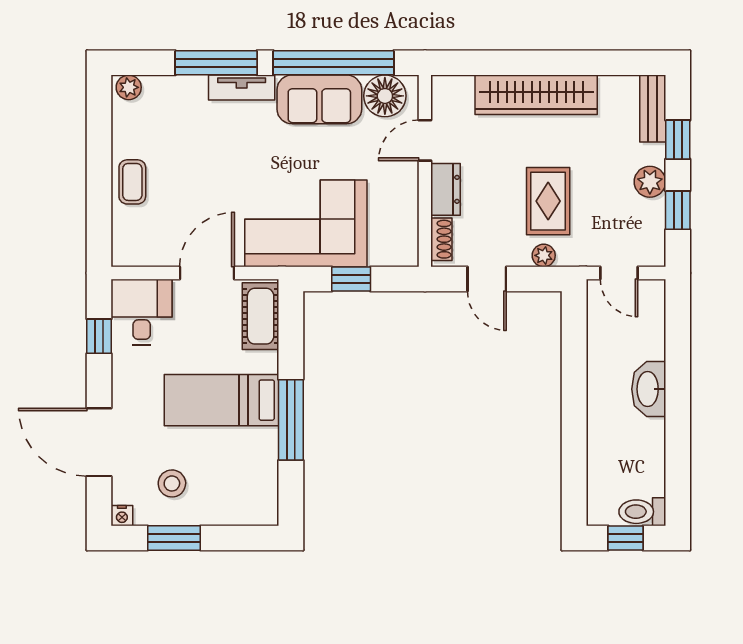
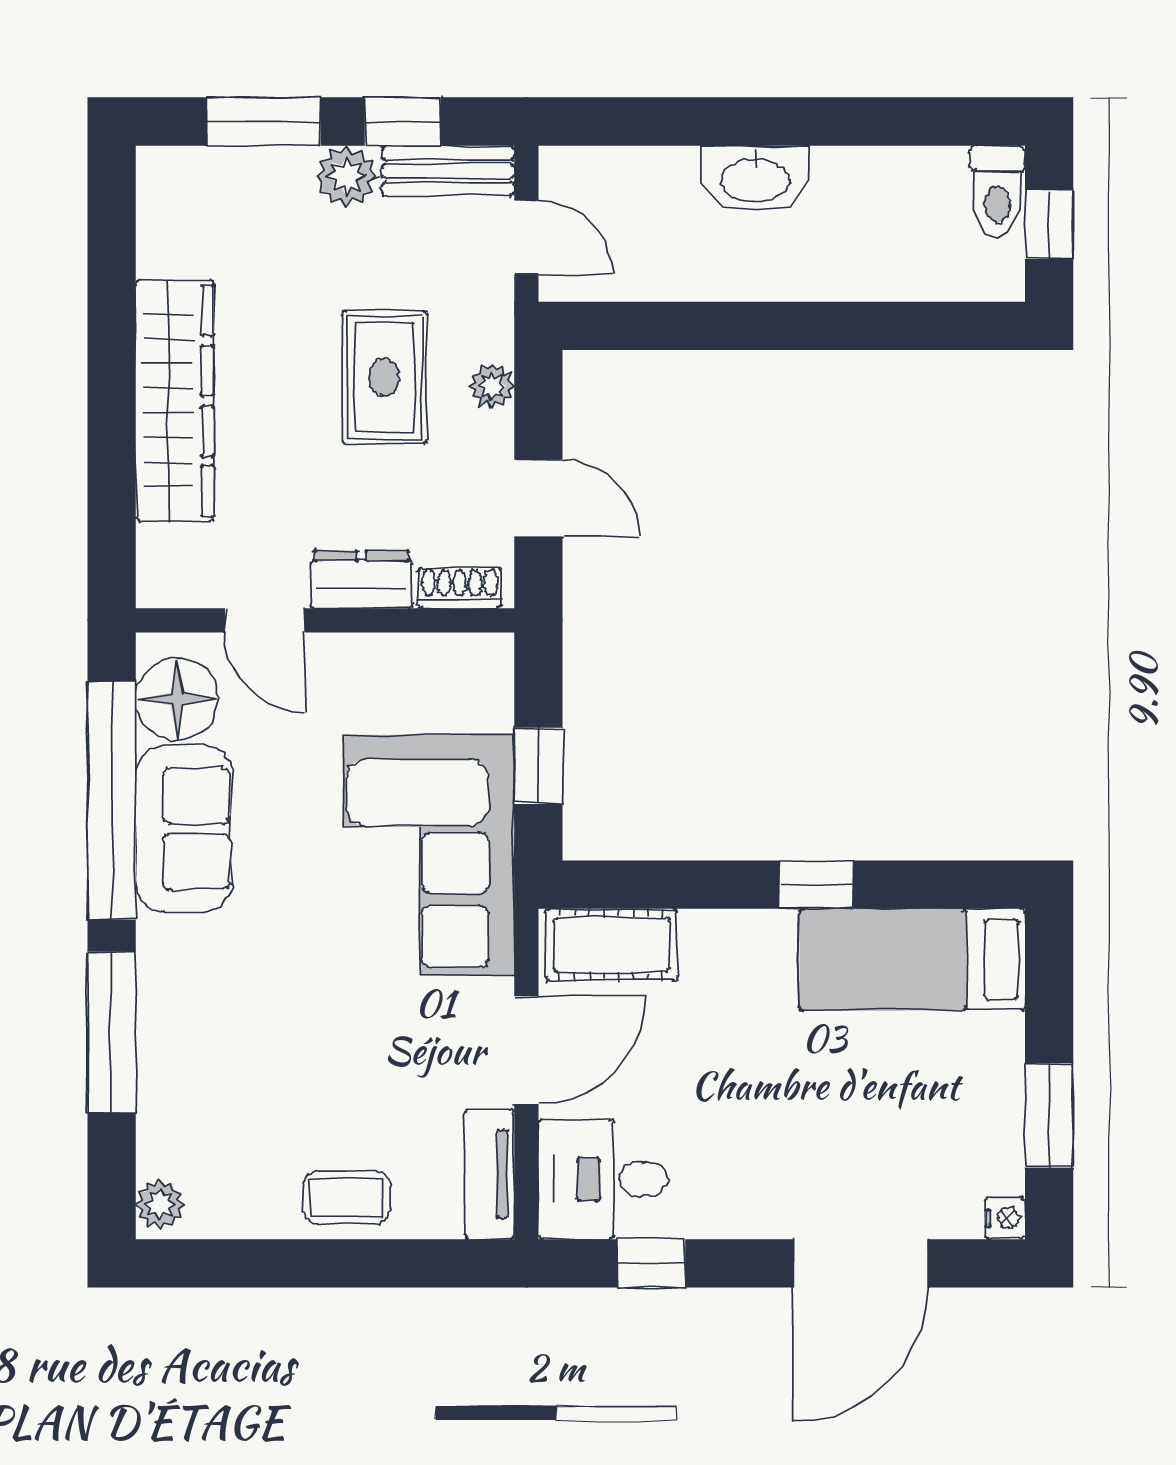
tv unit: (242, 88) -> (489, 1174), moved, turned 180
bench: (653, 109) -> (448, 171), moved
window: (678, 140) -> (263, 121), width x1.50
rug: (548, 201) -> (384, 377), turned 90
door: (207, 273) -> (526, 1050), swing flipped
door: (619, 273) -> (526, 237), hinge flipped
door: (487, 279) -> (538, 498), hinge flipped
bed: (222, 400) -> (912, 959), moved, turned 90
window: (291, 420) -> (816, 885), width x0.46
stool: (172, 483) -> (942, 1119), removed

